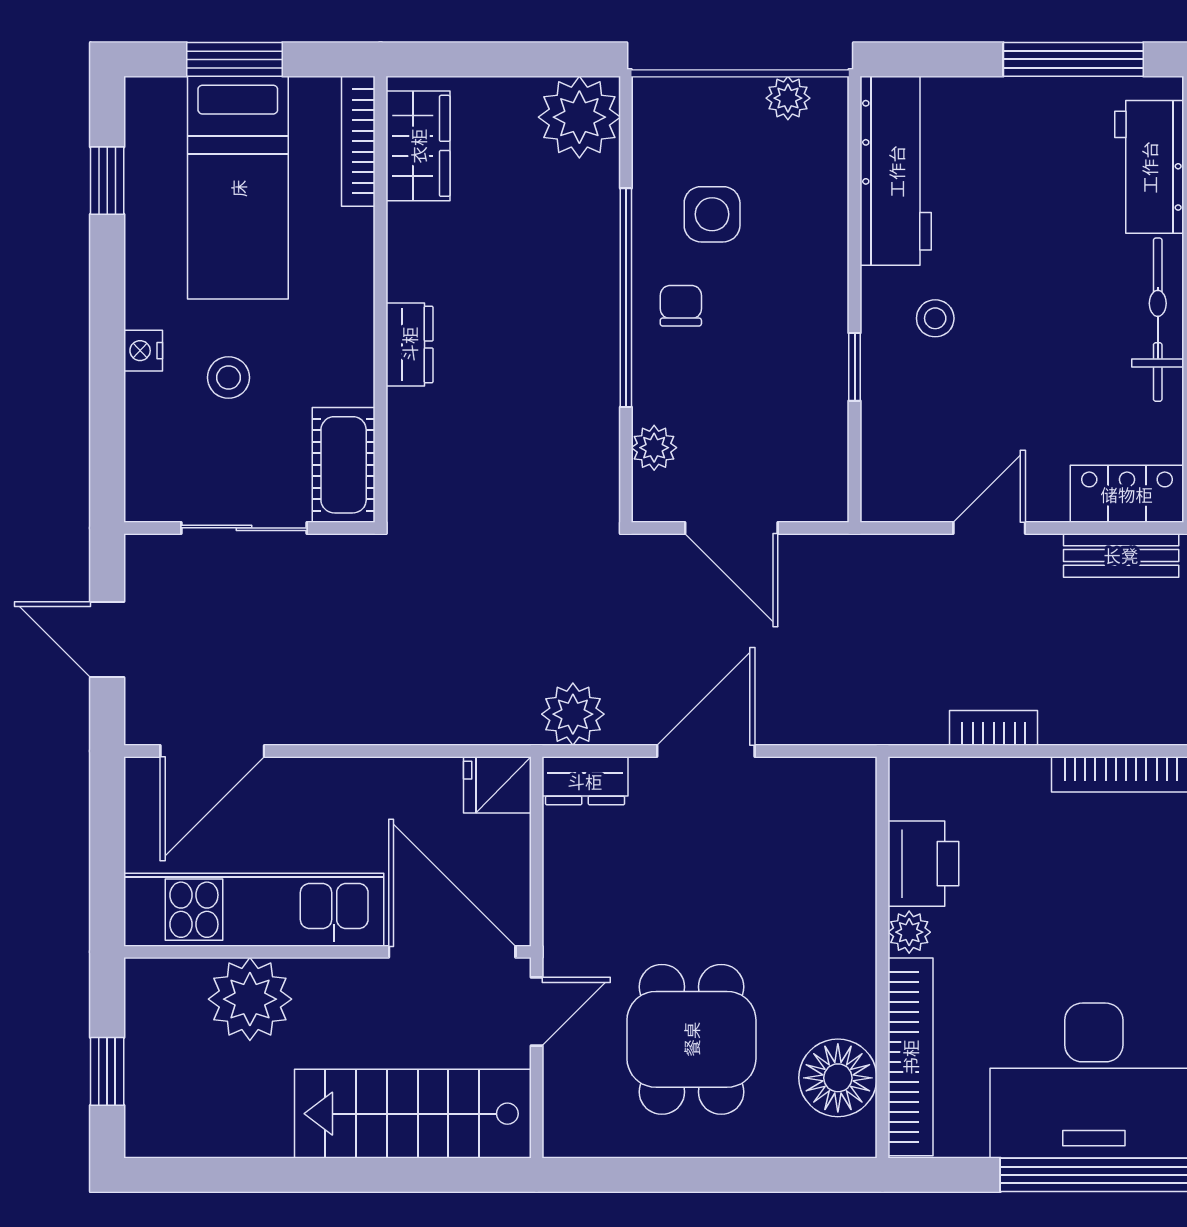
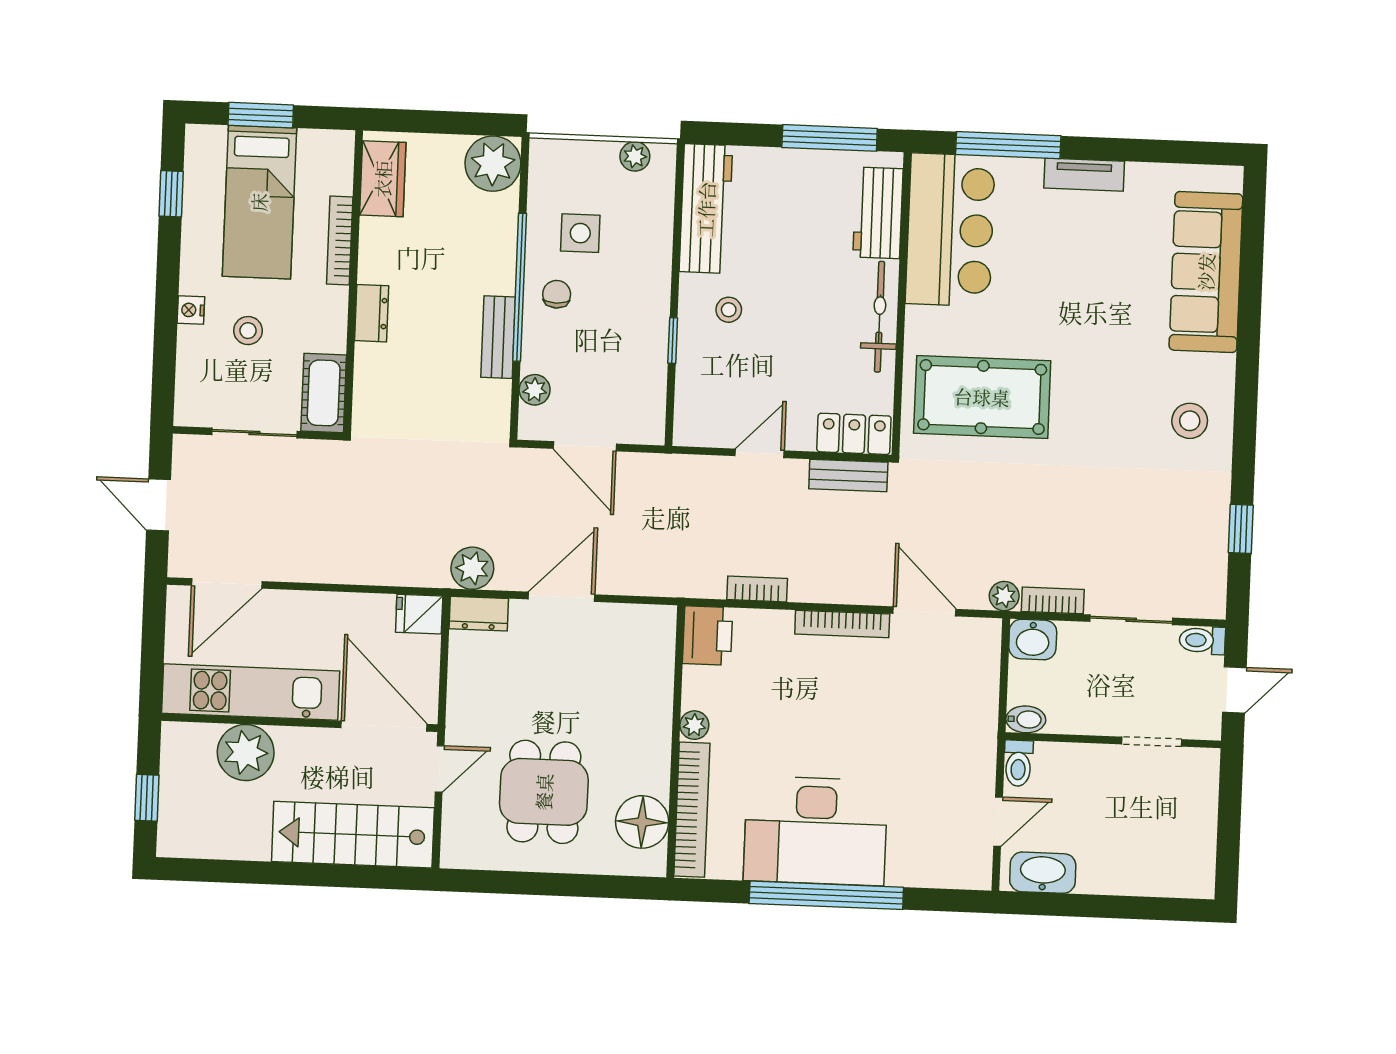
bookcase: (358, 141) -> (340, 241), moved
bench: (597, 372) -> (498, 337), added
printer: (923, 864) -> (708, 636), moved

